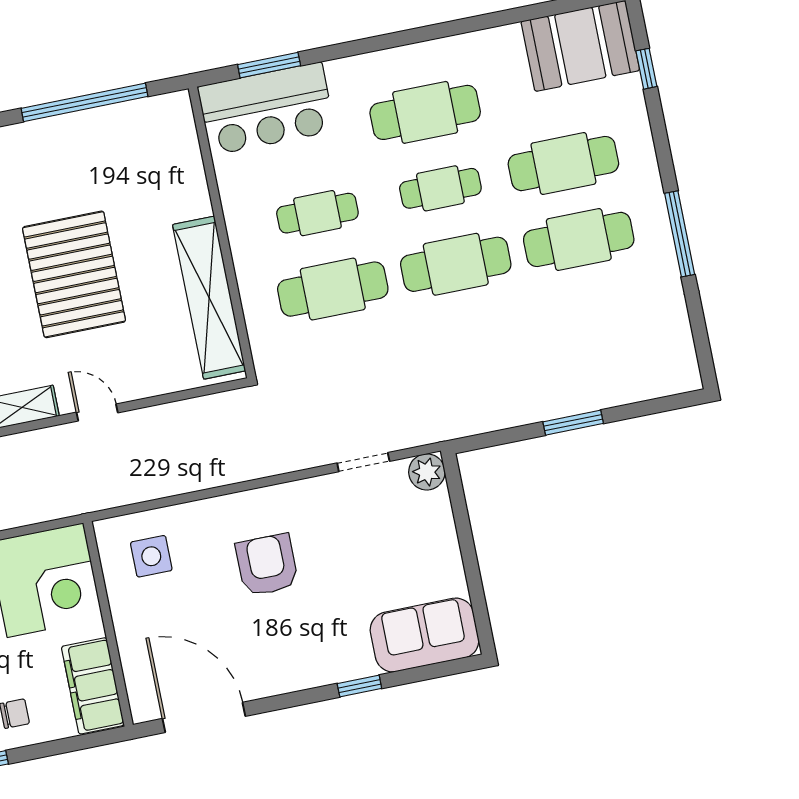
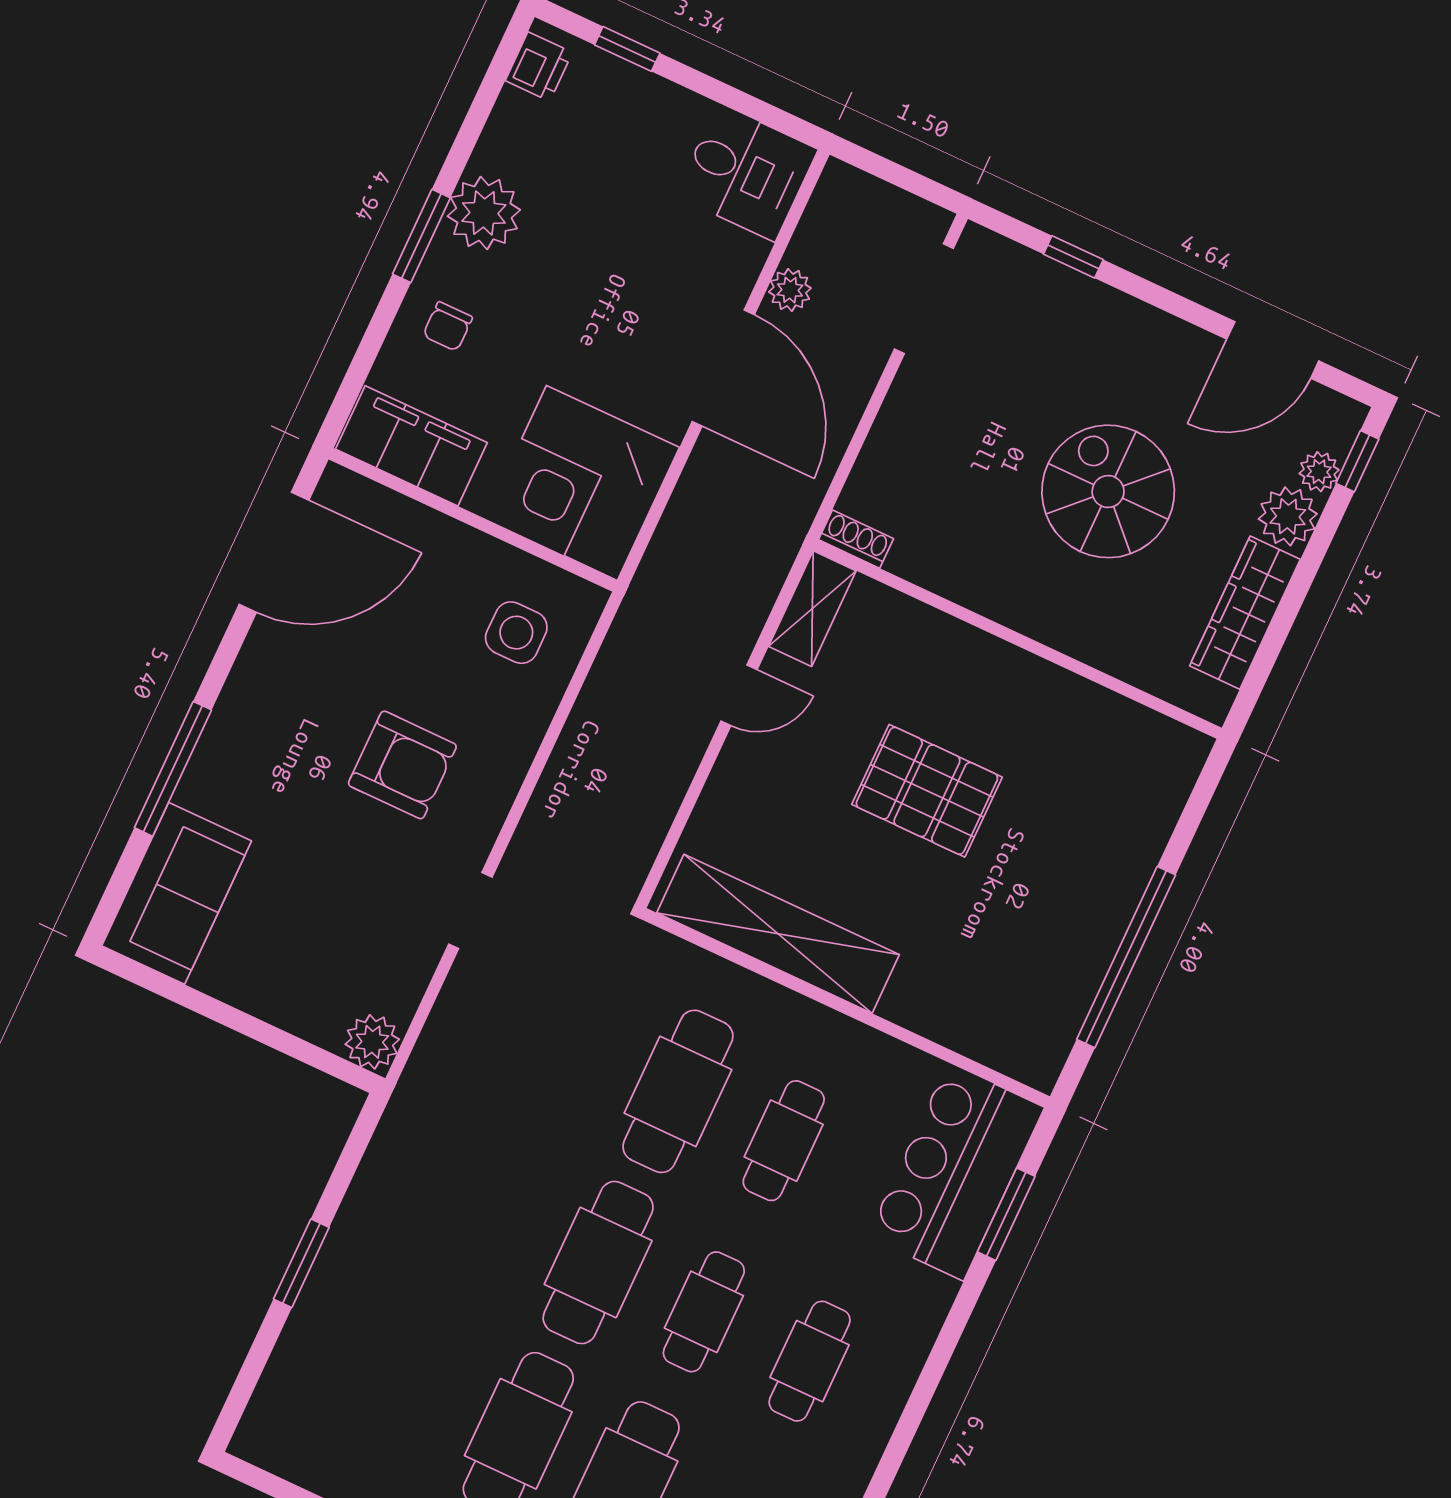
cafe table: (425, 112) -> (810, 1361), width x0.73, depth x0.74
pallet: (74, 274) -> (927, 791), width x0.73, depth x0.71
doorway: (363, 462) -> (470, 911), moved
window: (359, 686) -> (173, 769), width x2.17

